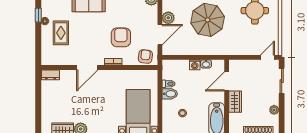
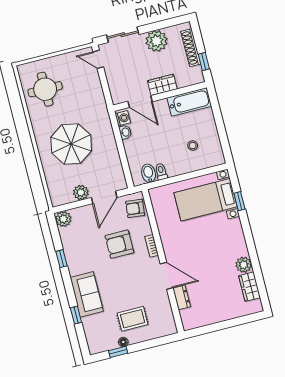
door: (160, 35) -> (104, 197), swing flipped
washing machine: (195, 65) -> (123, 118), moved
dresser: (51, 75) -> (182, 297), moved
bidet: (170, 94) -> (149, 173), moved
plant: (274, 110) -> (156, 41), width x1.88, depth x1.88

